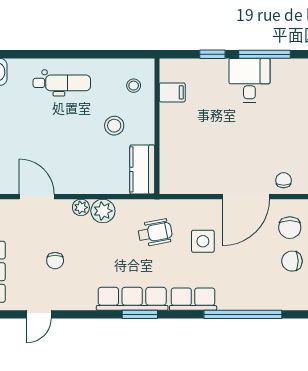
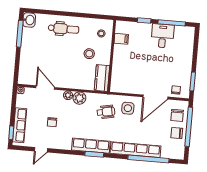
side table: (203, 241) -> (128, 108), moved
row of seats: (193, 299) -> (135, 150), width x2.02

